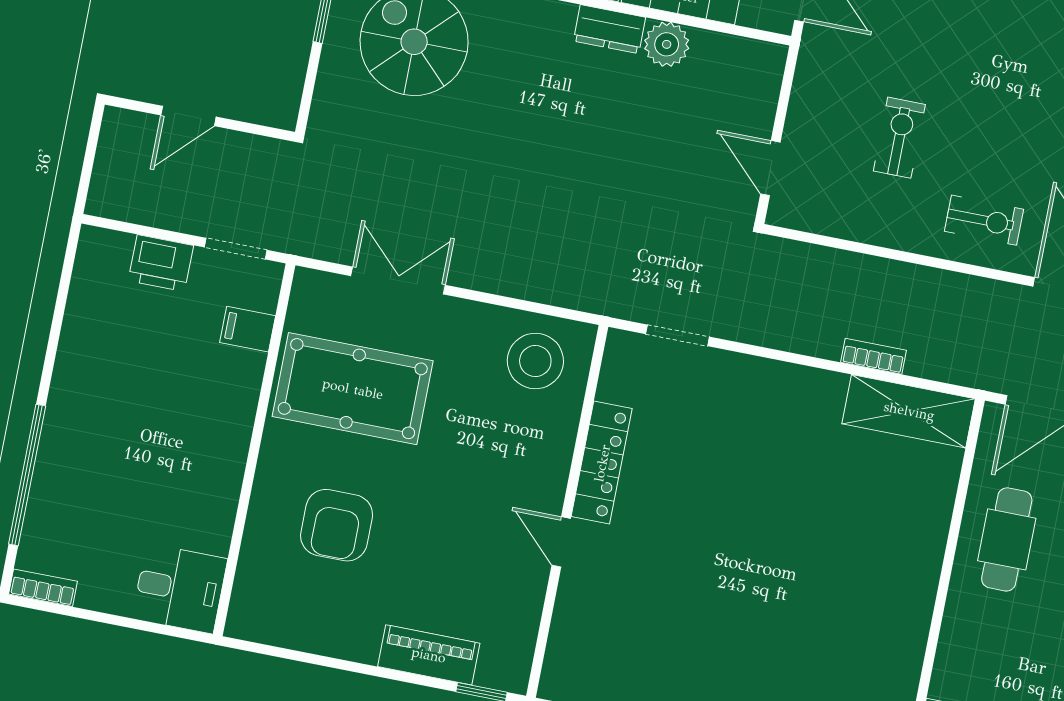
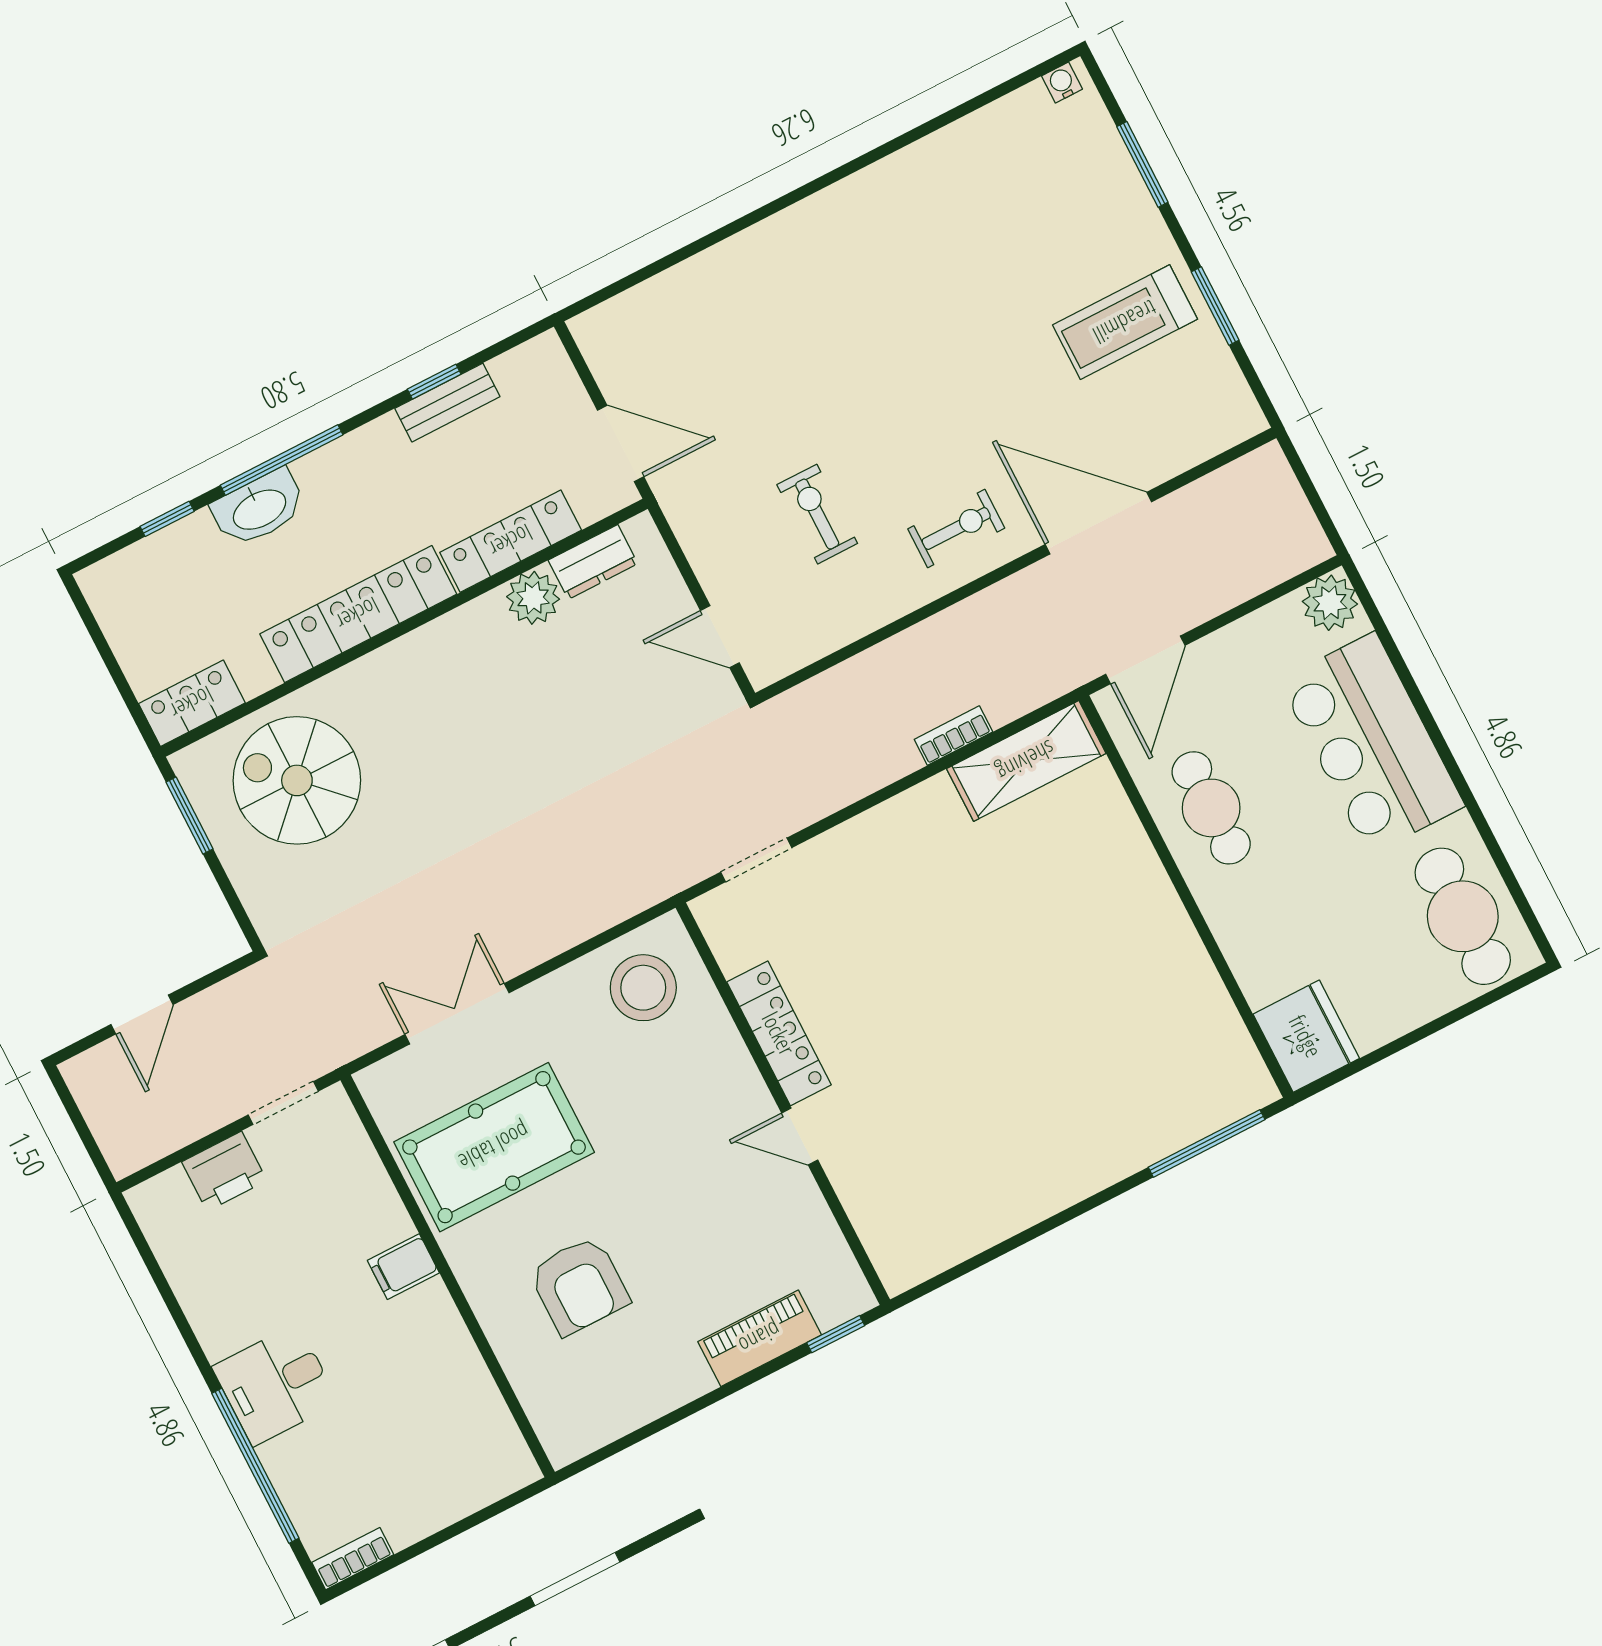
dresser: (609, 29) -> (593, 562), moved
filing cabinet: (248, 329) -> (403, 1267), moved
desk: (180, 589) -> (275, 1385), moved, turned 180

